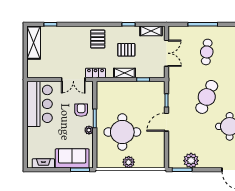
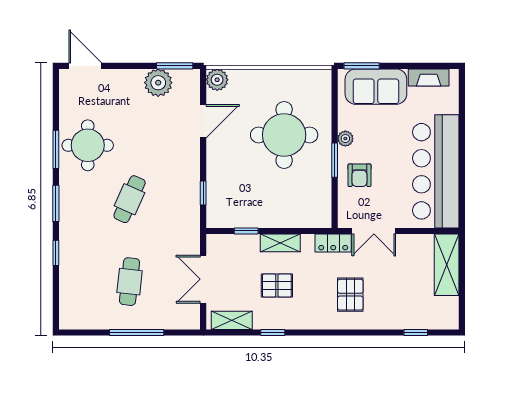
pallet: (98, 39) -> (350, 295), moved
shelving: (34, 43) -> (447, 265), moved
double door: (73, 80) -> (374, 231), swing flipped
cafe table: (207, 97) -> (130, 199), width x0.73, depth x0.74
bar counter: (39, 104) -> (436, 171), width x1.36
door: (167, 122) -> (203, 121), moved
plant: (129, 162) -> (217, 80), moved

